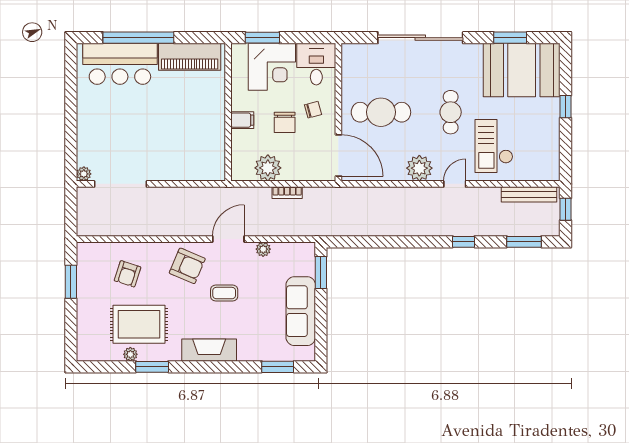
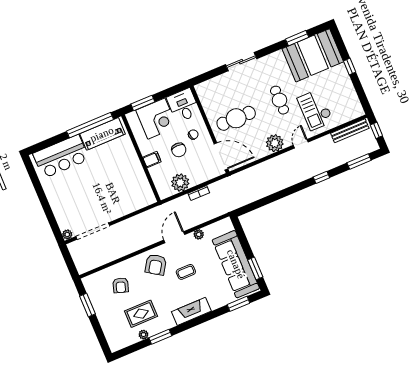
window: (138, 38) -> (90, 125), moved
sliding door: (420, 38) -> (241, 62), width x0.54
armchair: (187, 266) -> (156, 265), turned 100
window: (321, 273) -> (255, 268), moved
sofa: (301, 311) -> (236, 264), width x1.36, depth x1.27
rug: (139, 324) -> (141, 314), width x0.73, depth x0.70

